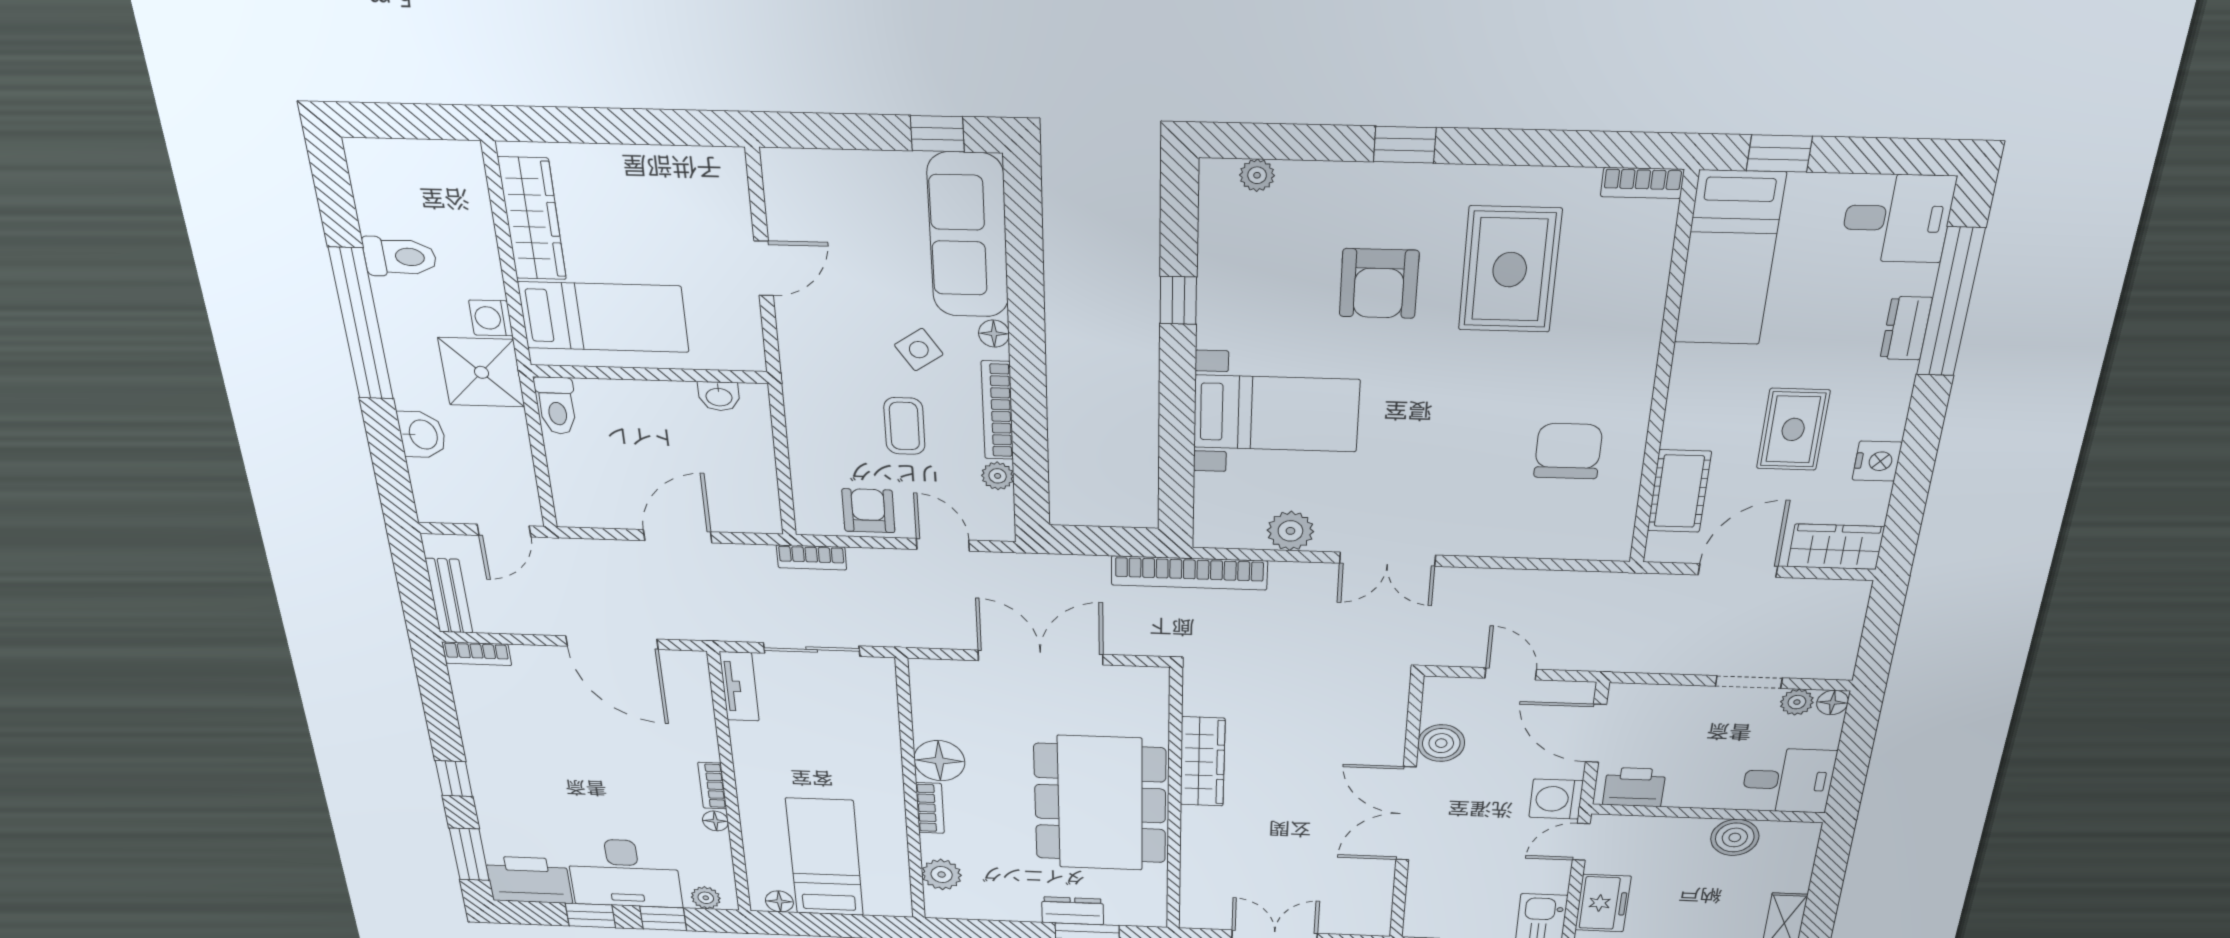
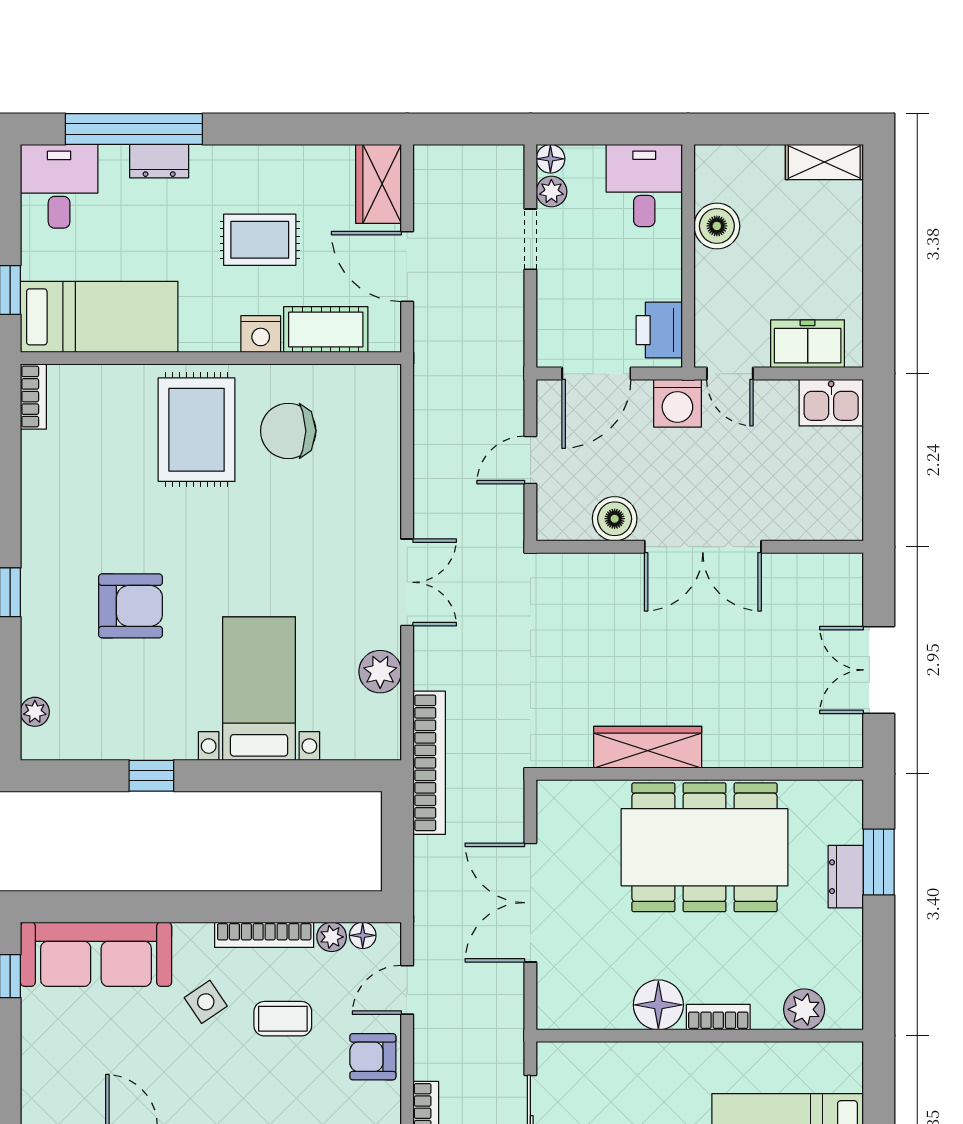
rug: (1510, 270) -> (197, 430), moved, turned 90
floor lamp: (994, 334) -> (363, 935), moved
nightstand: (1877, 461) -> (261, 334), moved, turned 180

